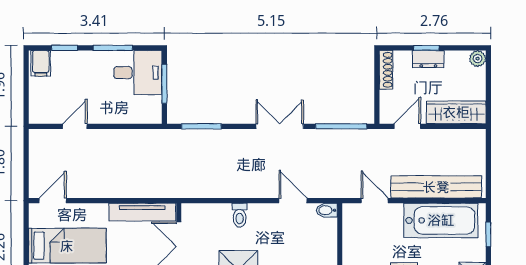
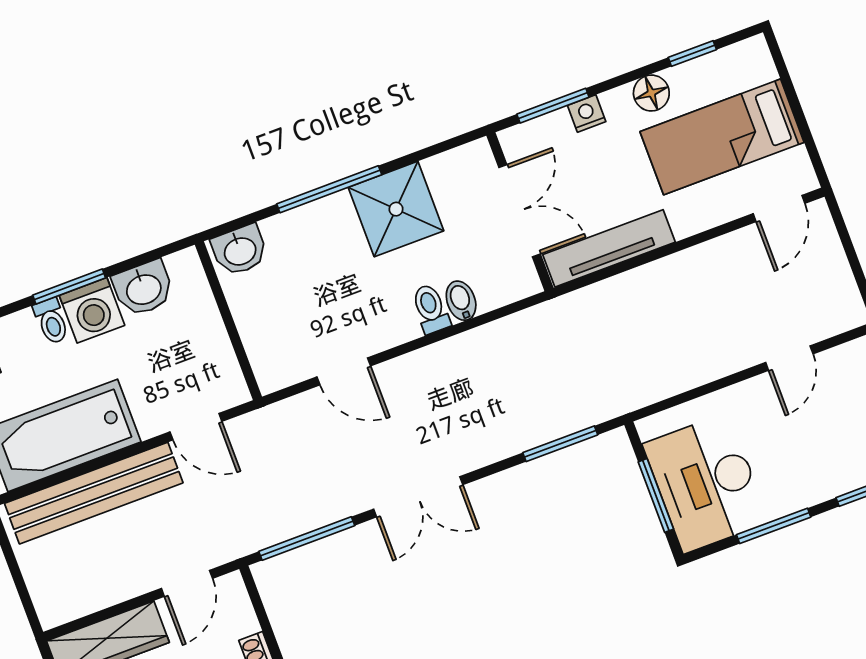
desk: (138, 73) -> (706, 483), width x1.37
bidet: (327, 210) -> (461, 301), moved, turned -90

